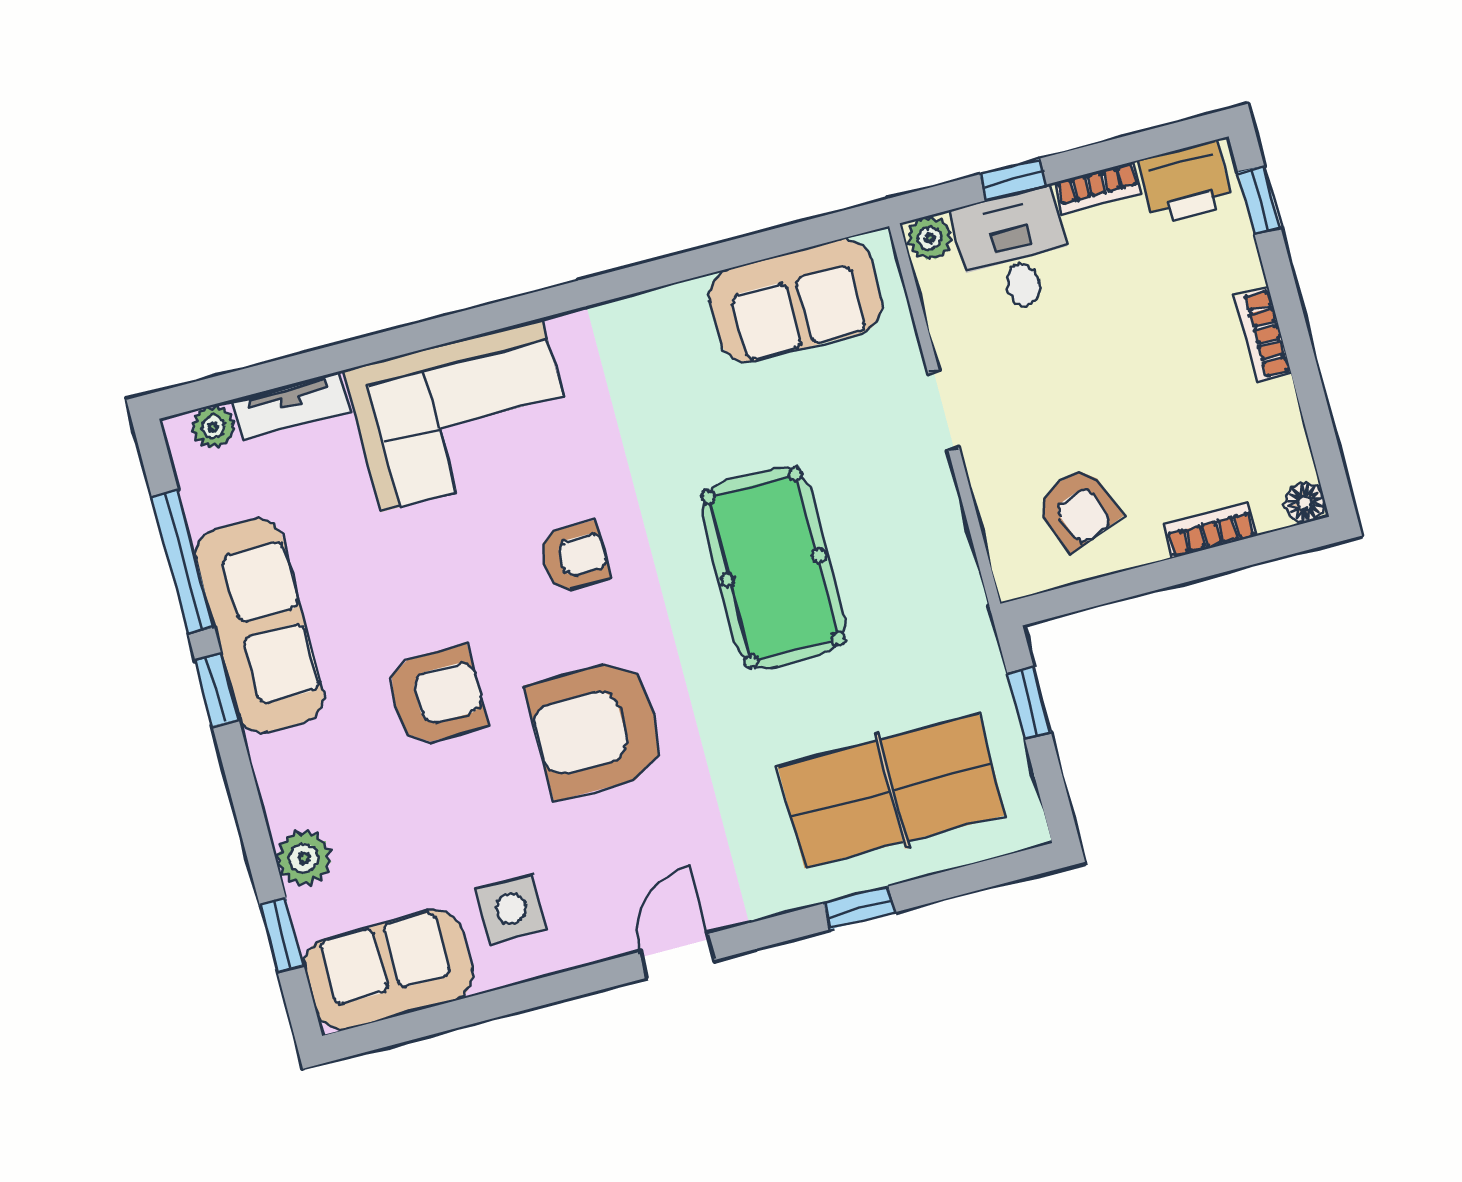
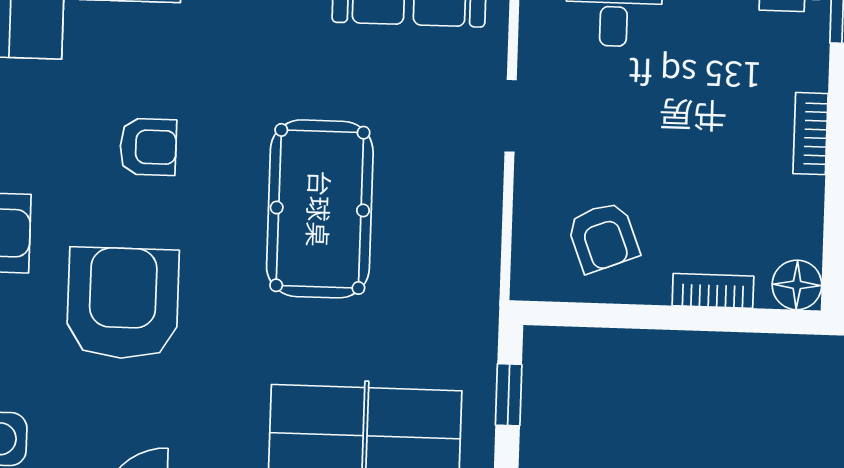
floor lamp: (1305, 503) -> (797, 285), width x1.37, depth x1.37
armchair: (597, 728) -> (123, 303), turned 90

